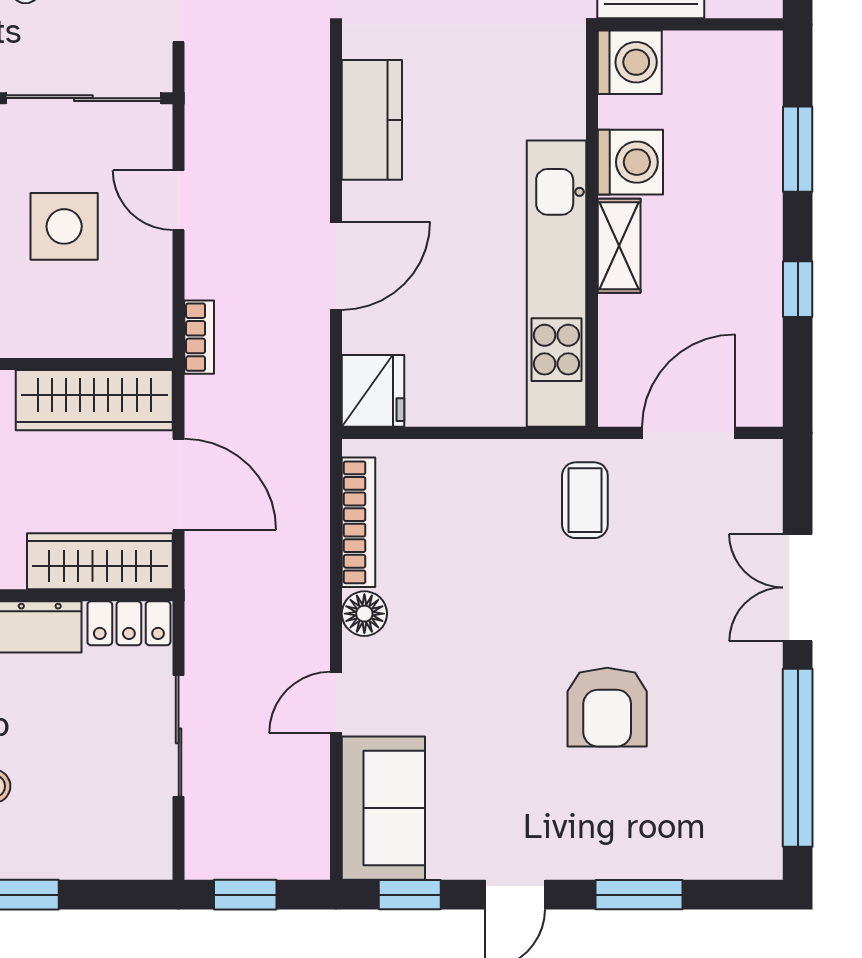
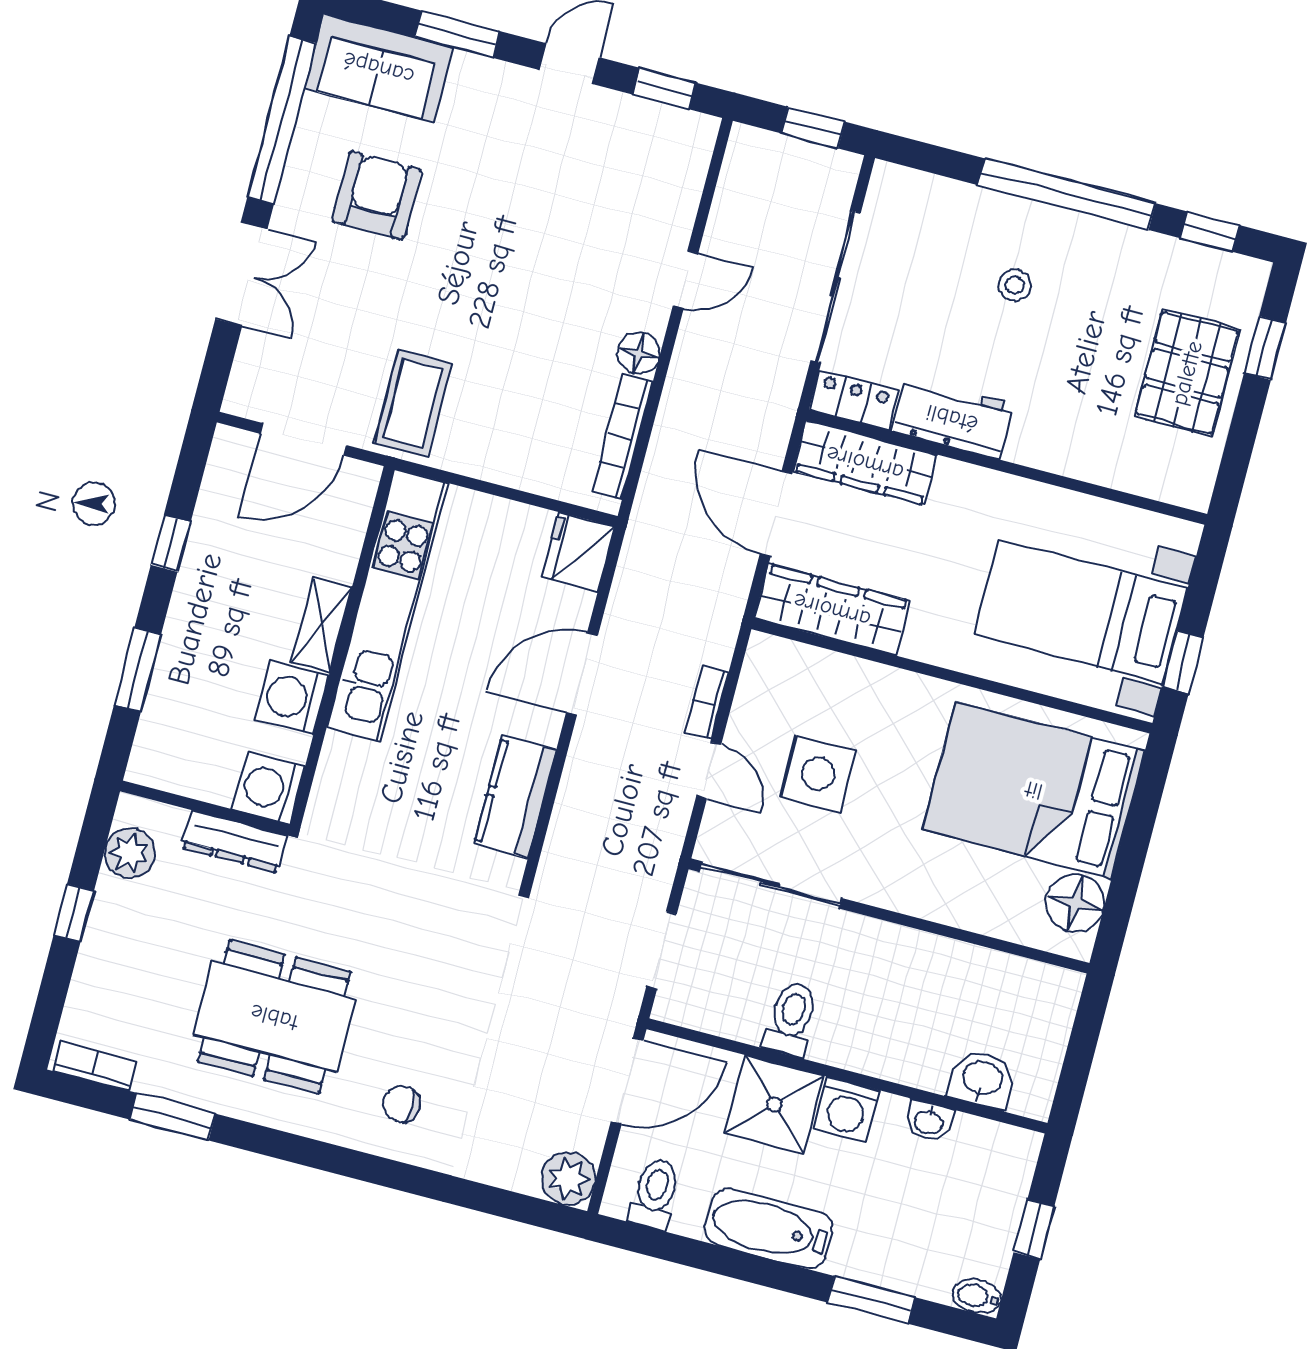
bookcase: (199, 337) -> (707, 703), moved
coffee table: (585, 500) -> (413, 403), width x1.36, depth x1.30
armchair: (607, 707) -> (377, 195), moved
sliding door: (179, 736) -> (836, 287), width x1.37
sofa: (383, 808) -> (379, 68), moved, turned -90

